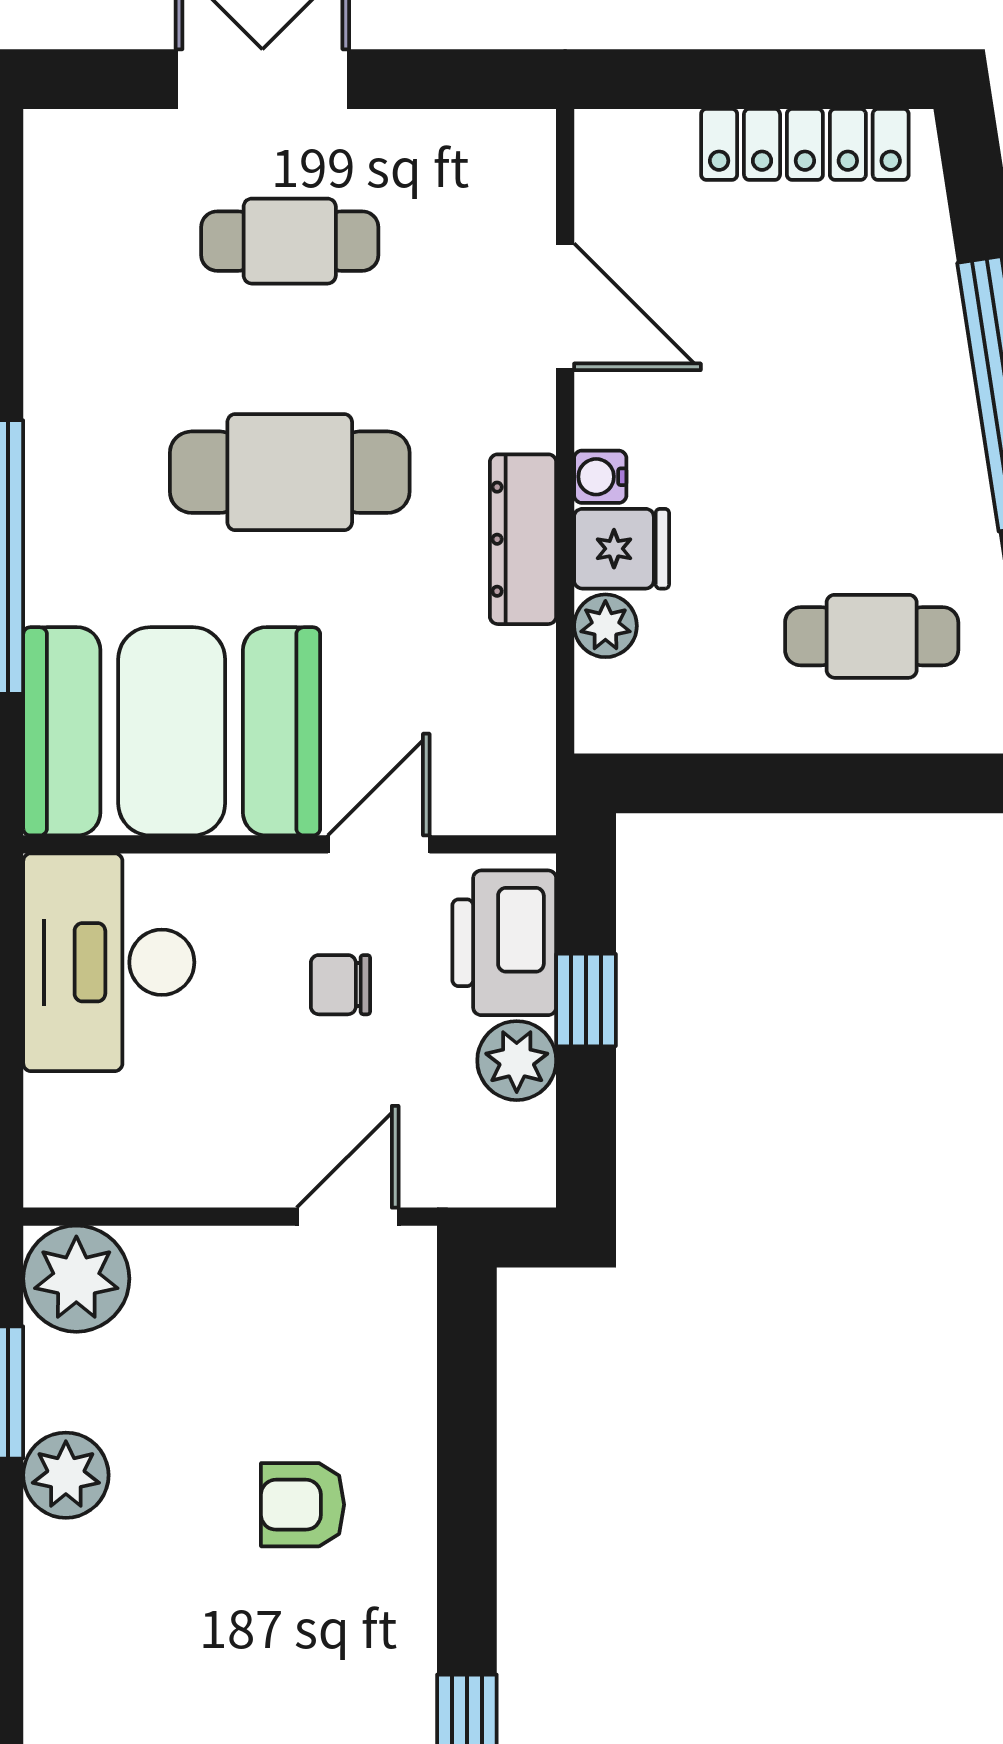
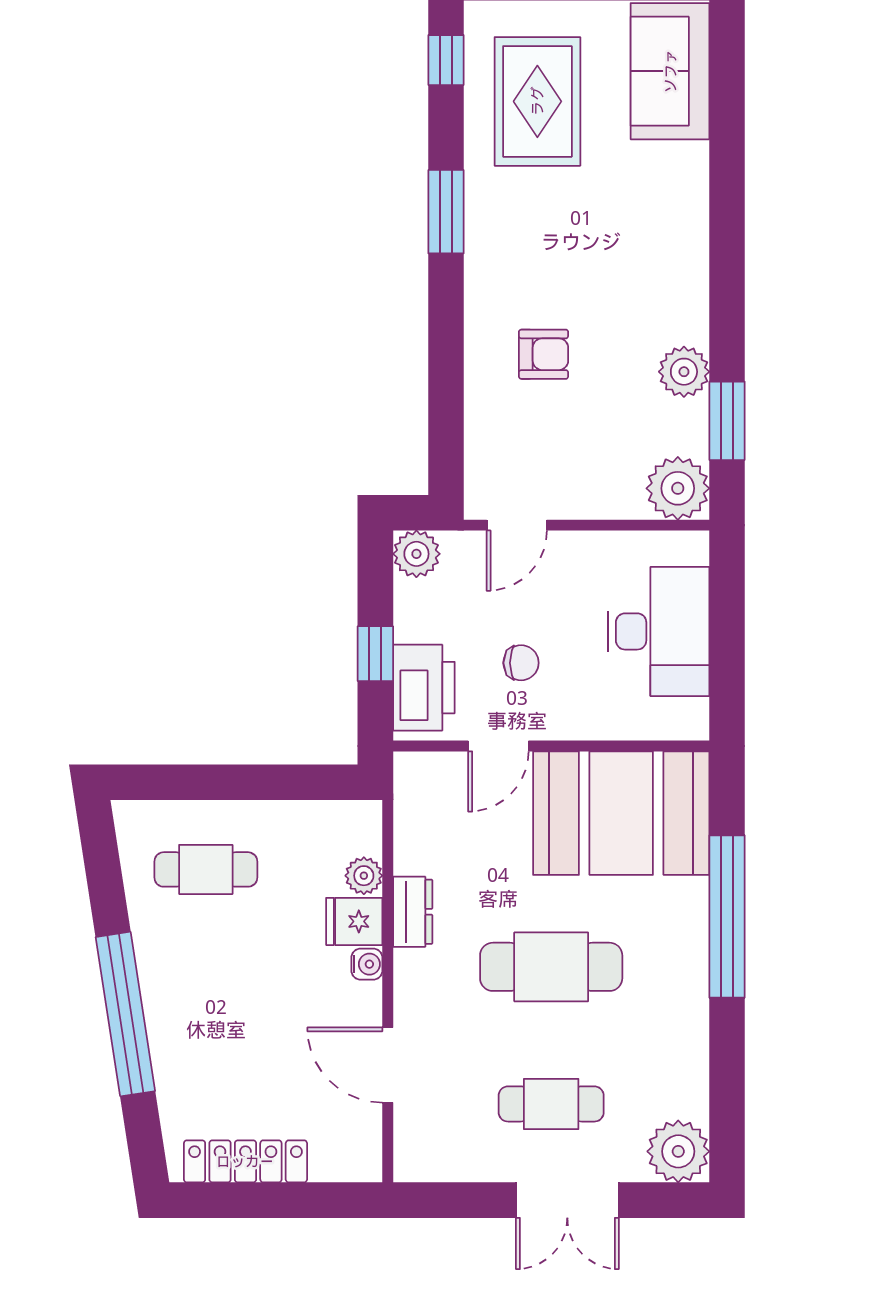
plant: (76, 161) -> (678, 1151), added
dresser: (523, 539) -> (413, 912), width x0.70
desk: (109, 962) -> (659, 631), moved
plant: (517, 1061) -> (416, 554), moved

